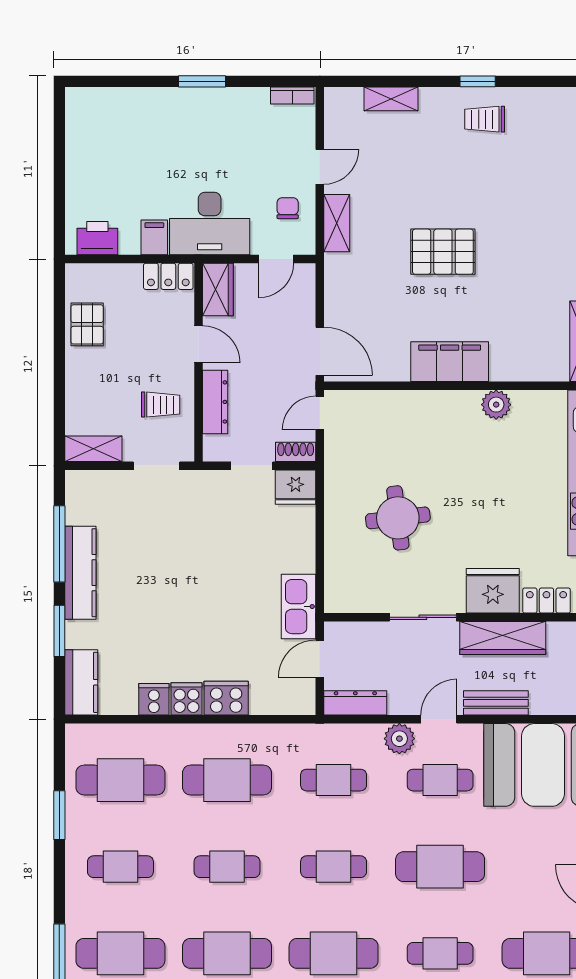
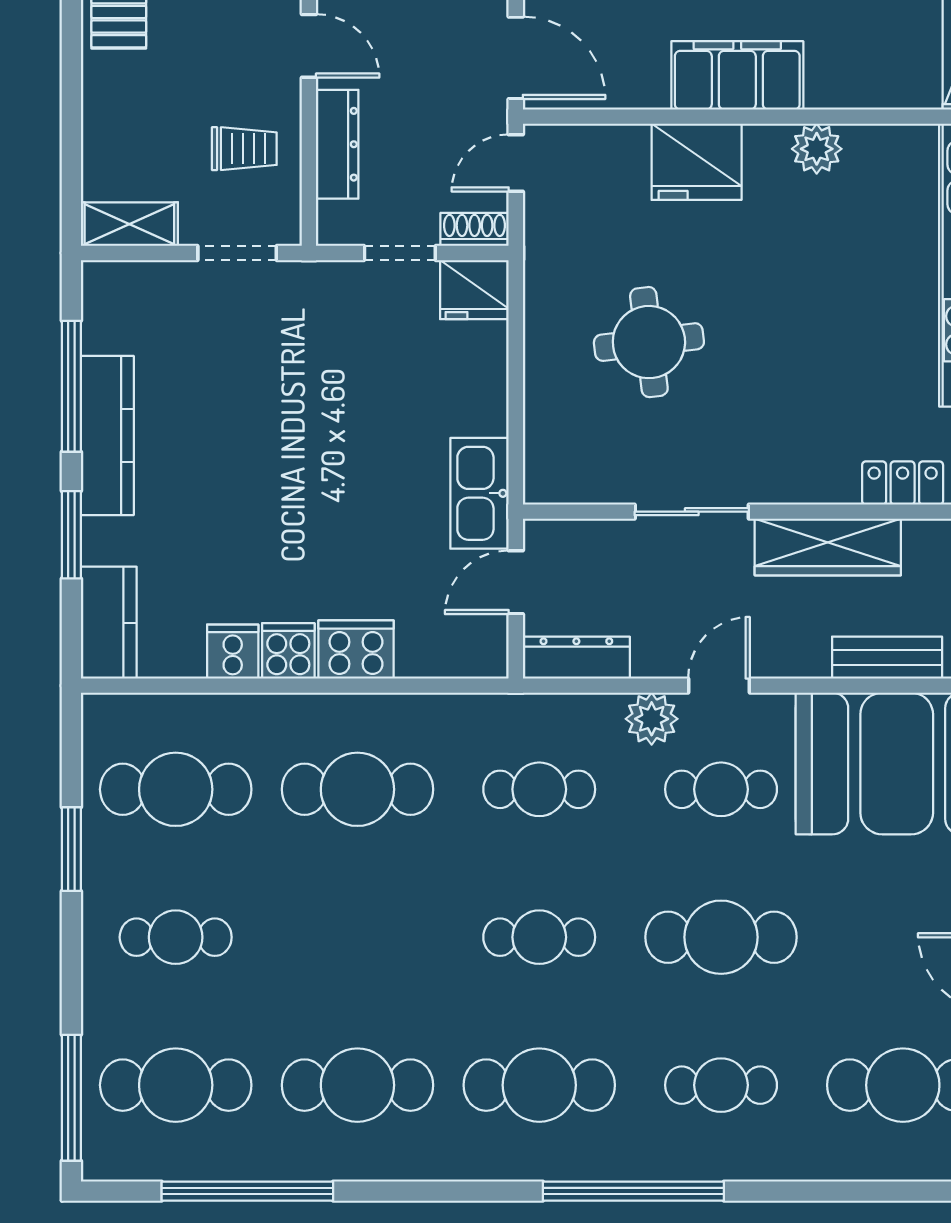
fridge: (493, 591) -> (697, 162), moved, turned 180
bench: (496, 703) -> (887, 658), moved
cafe table: (227, 867) -> (357, 937), removed

